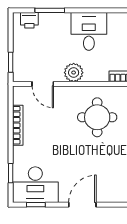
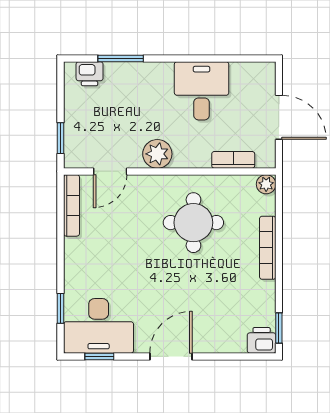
desk: (89, 31) -> (202, 91), moved
door: (43, 84) -> (110, 171), hinge flipped
bookcase: (18, 125) -> (72, 205), moved

